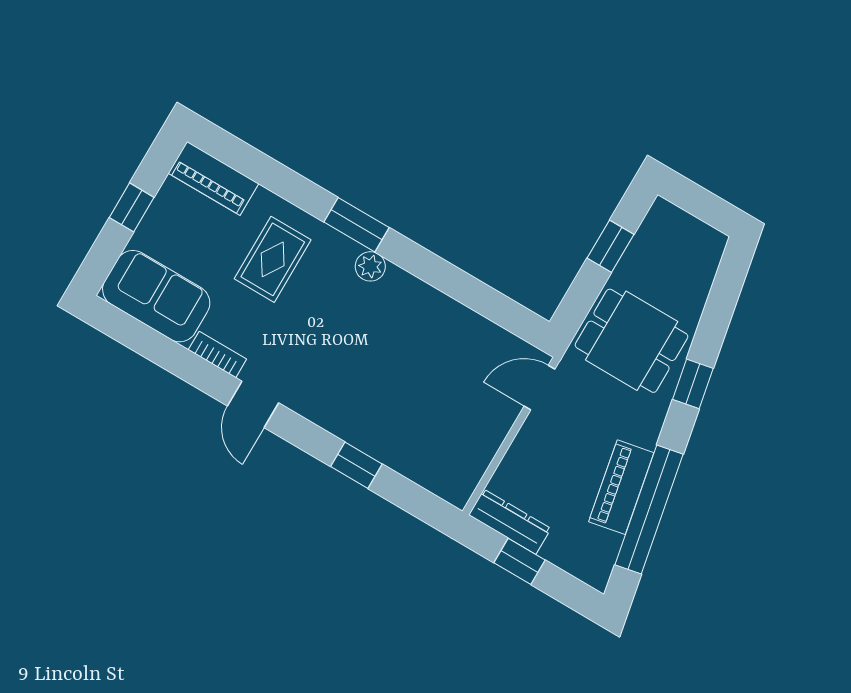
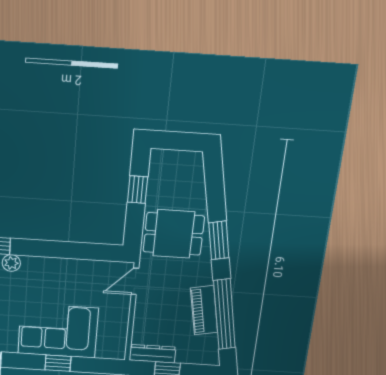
window: (693, 384) -> (219, 240), width x1.50
corner sofa: (384, 411) -> (58, 331), added

